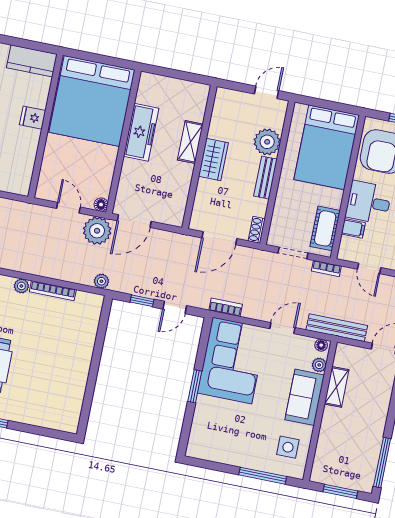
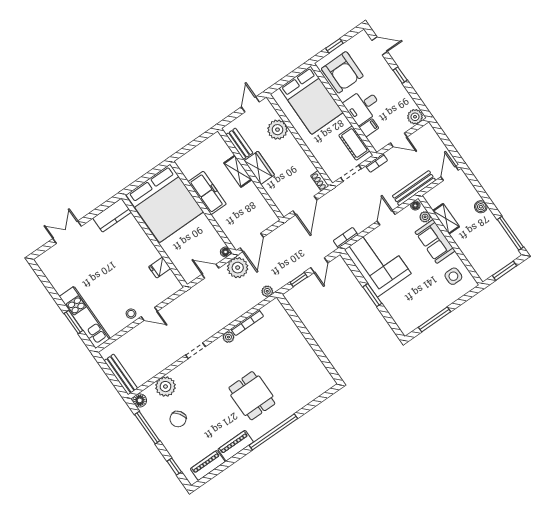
fridge: (33, 118) -> (160, 268), moved
bench: (265, 178) -> (239, 144), moved
boiler: (380, 409) -> (481, 207), added
window: (263, 476) -> (435, 319), moved

